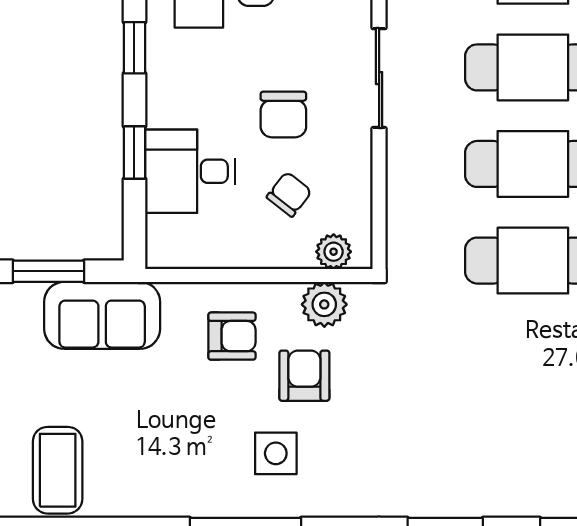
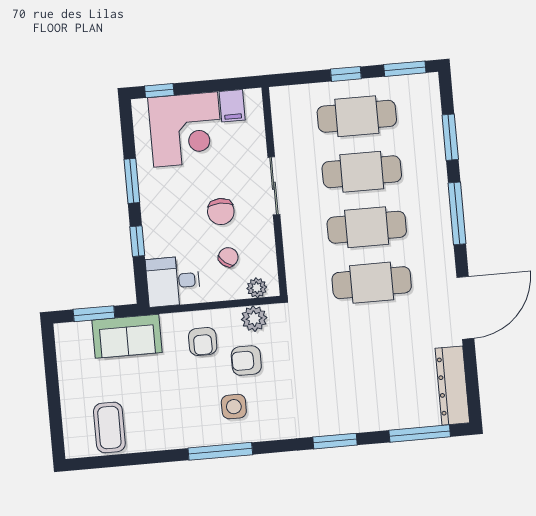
window: (134, 48) -> (132, 181), width x1.50
desk: (190, 171) -> (173, 281), moved
armchair: (232, 336) -> (203, 342), turned 90
armchair: (304, 376) -> (246, 361), turned -90

